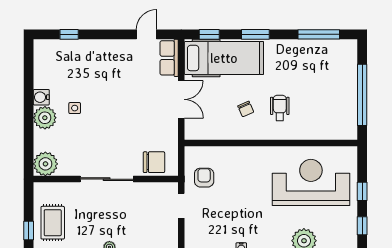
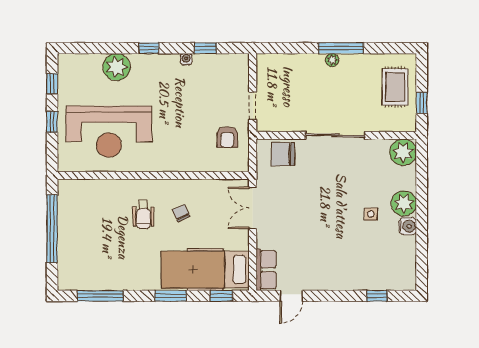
double door: (181, 99) -> (253, 208), moved
window: (29, 230) -> (422, 103), moved

